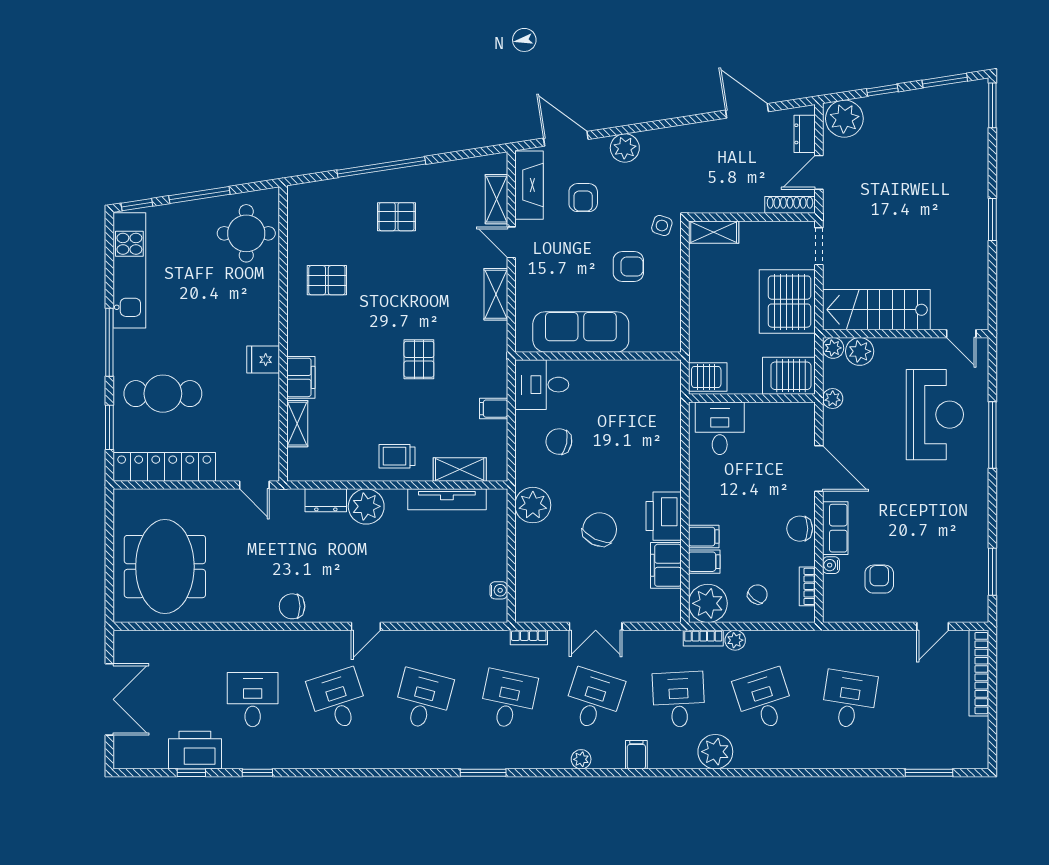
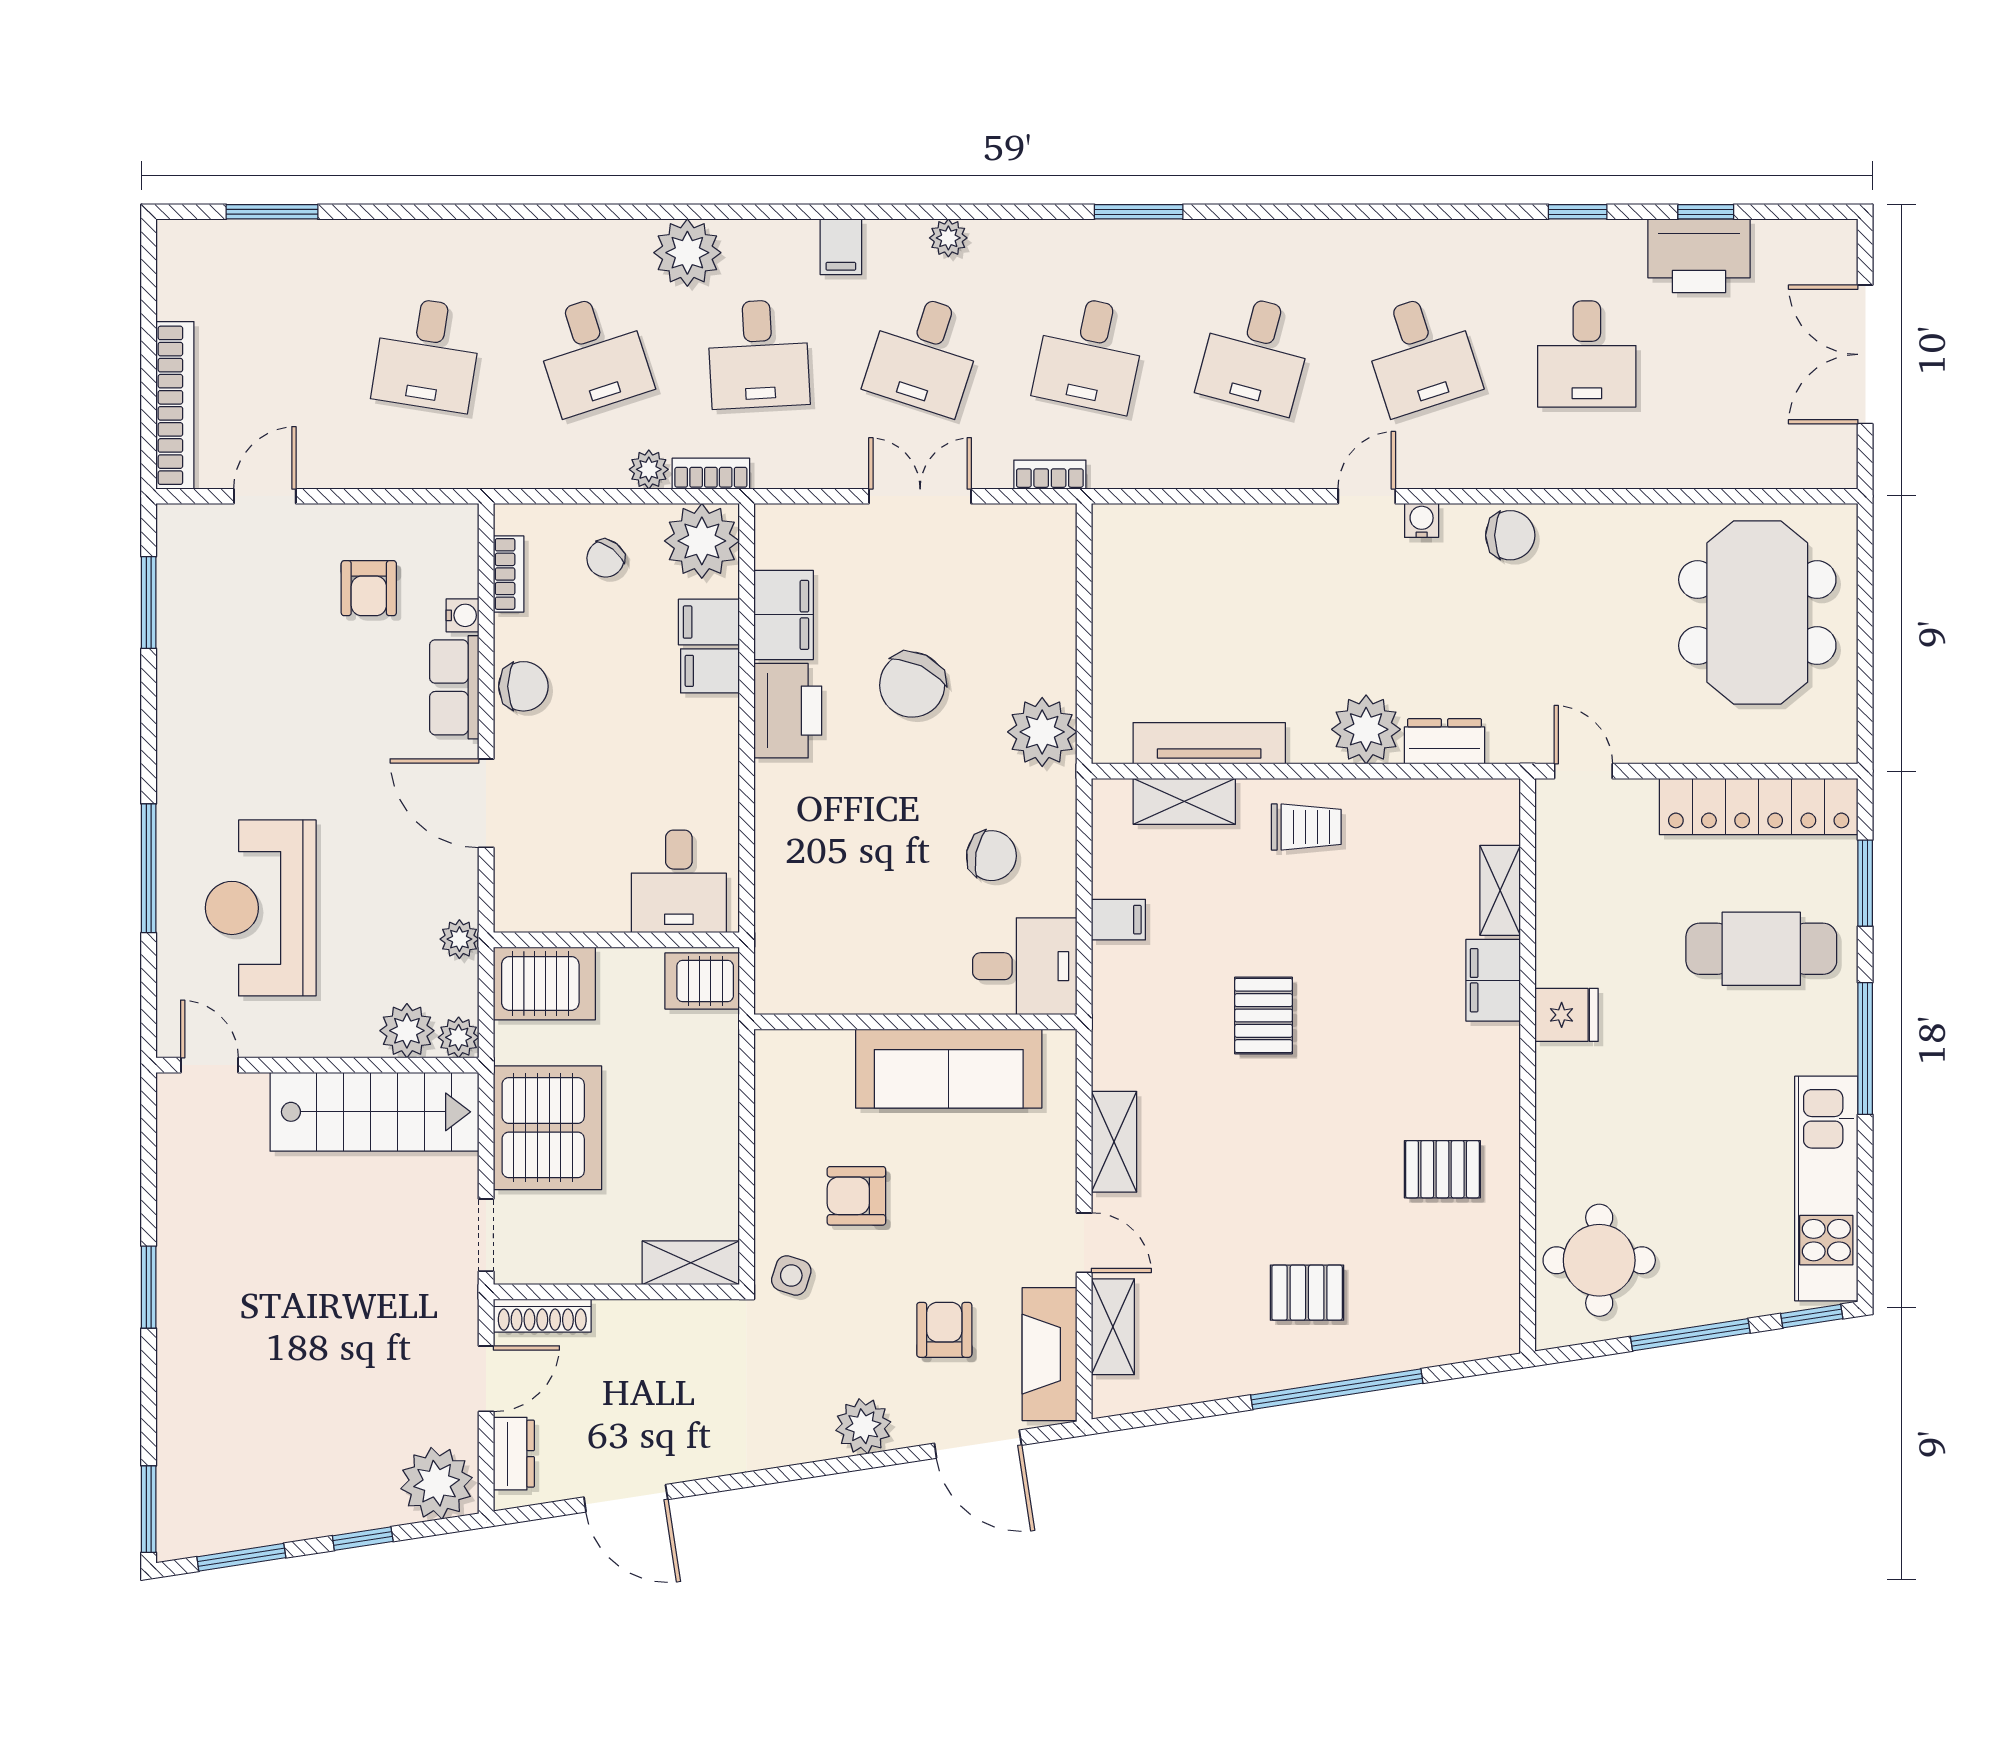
water cooler: (499, 590) -> (1422, 520), moved, turned 90

